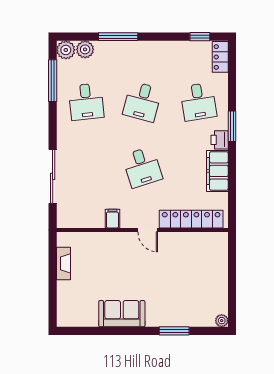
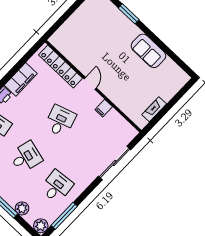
plant: (85, 49) -> (22, 208), moved

